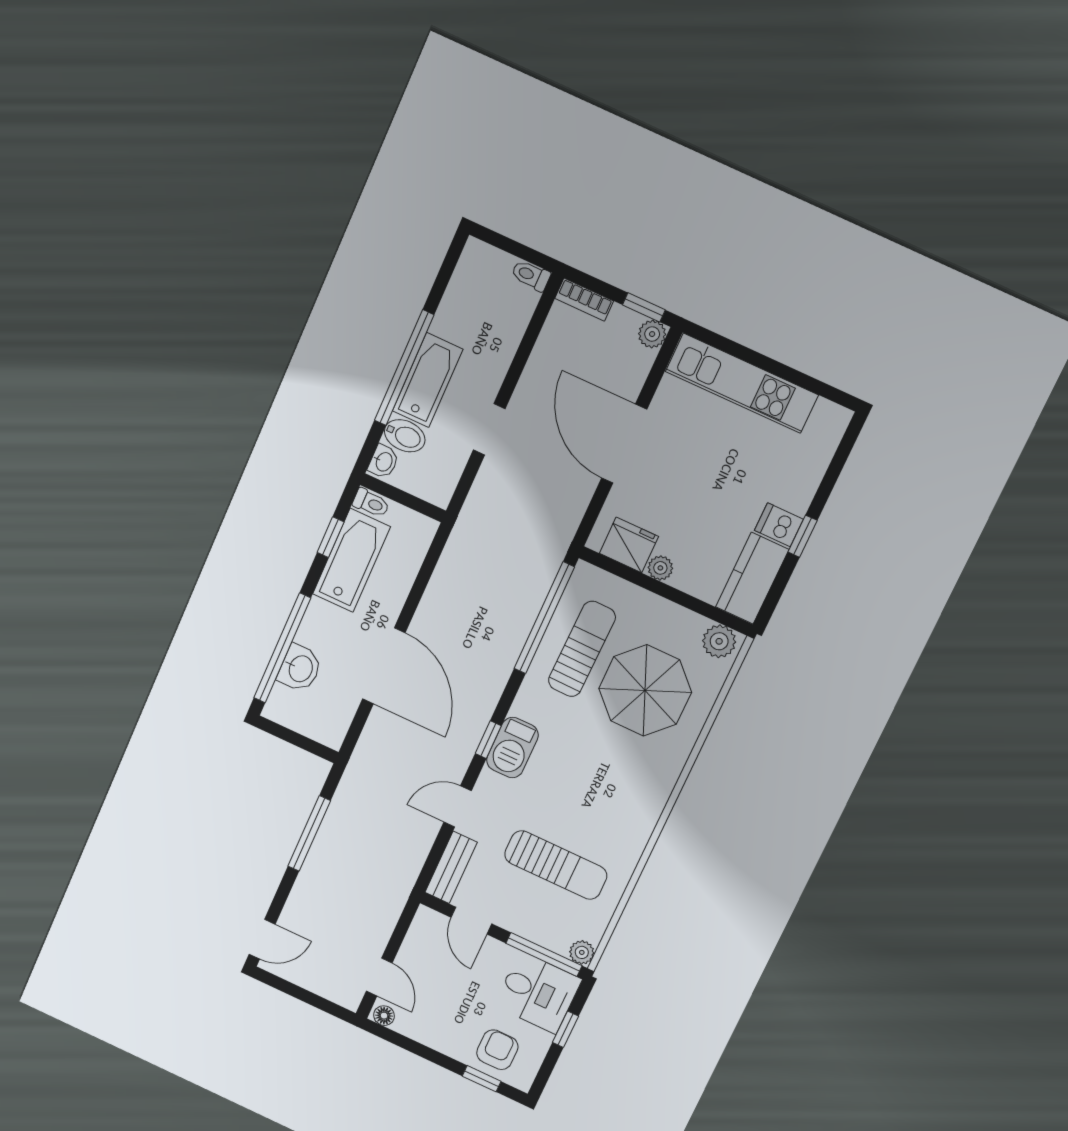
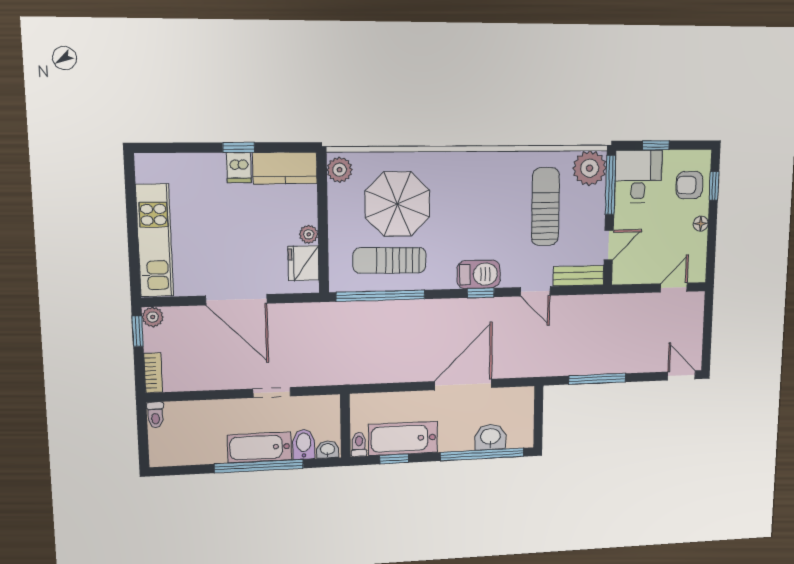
door: (624, 444) -> (236, 300), hinge flipped
plant: (582, 952) -> (590, 168), width x1.88, depth x1.88
floor lamp: (384, 1016) -> (701, 224), moved

